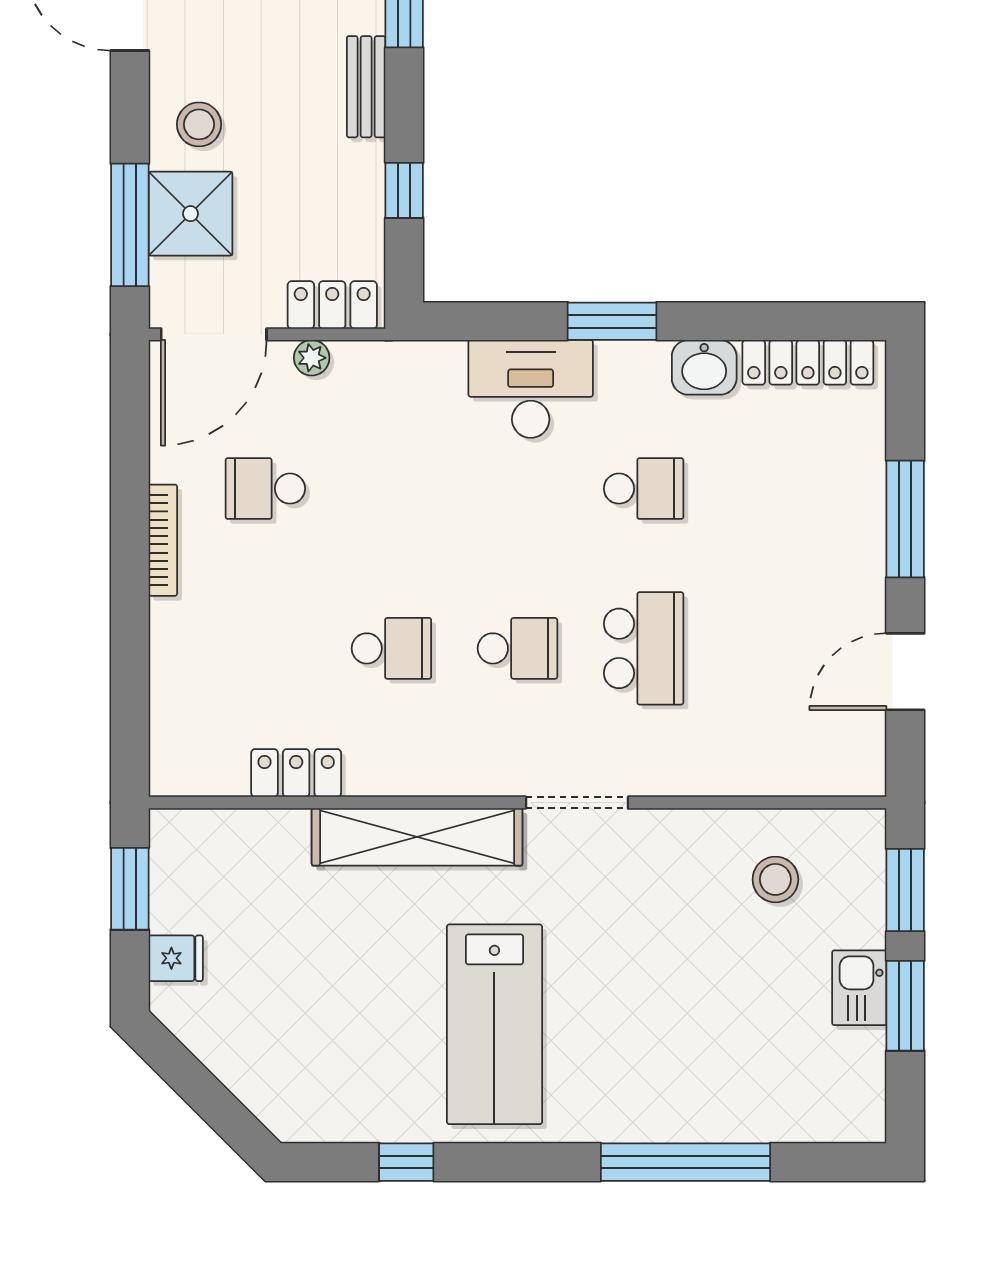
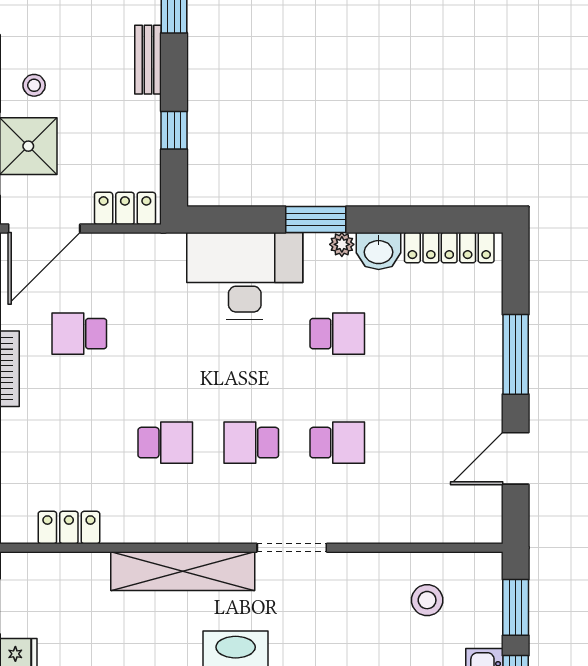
stool: (199, 124) -> (34, 85), width x0.73, depth x0.73
plant: (312, 358) -> (342, 244), moved
desk: (531, 389) -> (245, 276), width x1.36, depth x1.30
school desk: (518, 648) -> (251, 443), turned 180
school desk: (644, 648) -> (337, 443), width x0.54
locker: (296, 773) -> (69, 528), moved

